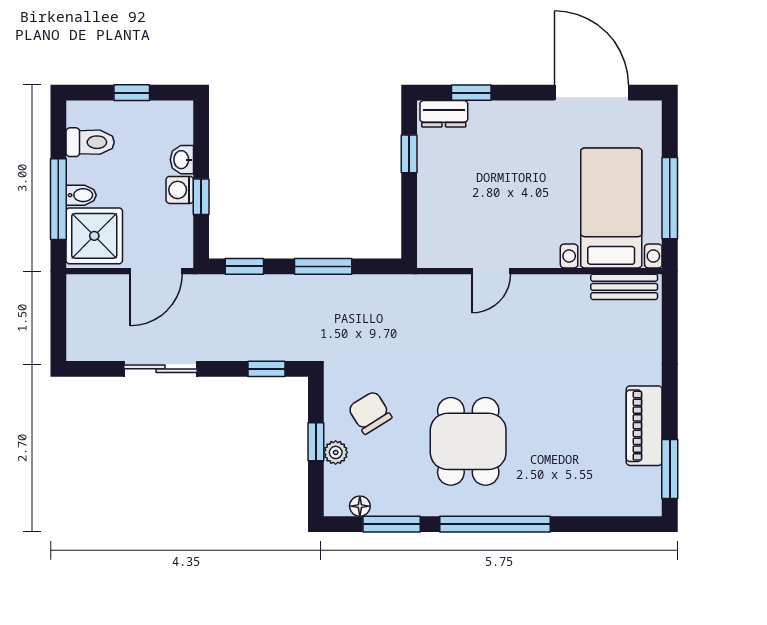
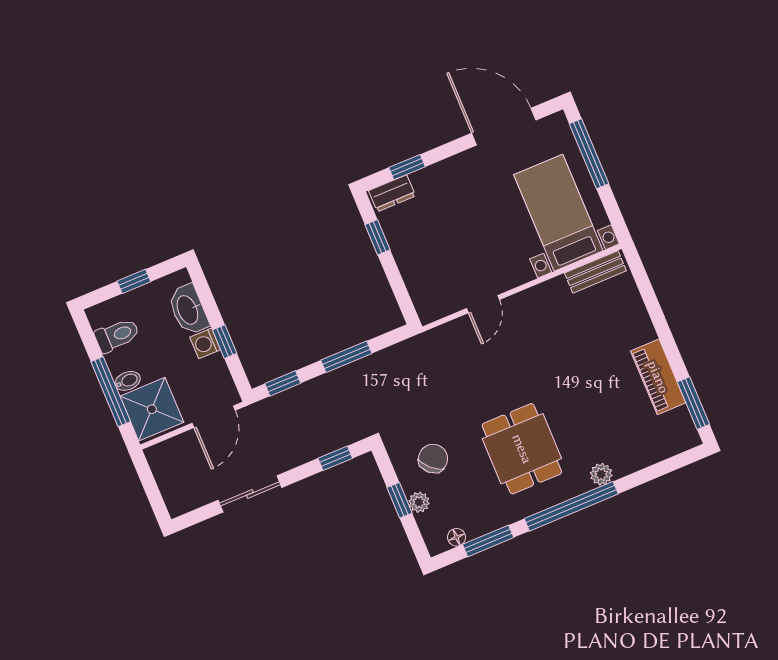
washbasin: (182, 160) -> (188, 310), width x1.91, depth x1.45
window: (670, 198) -> (589, 154), moved
chair: (370, 413) -> (433, 459), turned 75
plant: (541, 503) -> (601, 474), added

